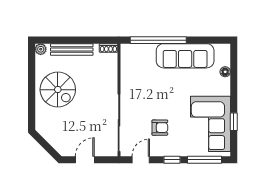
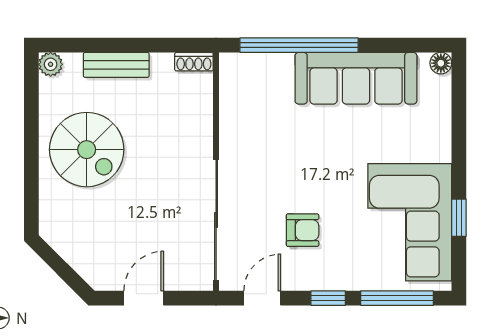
bench: (72, 49) -> (116, 65), width x0.73
floor lamp: (225, 72) -> (441, 63), moved

